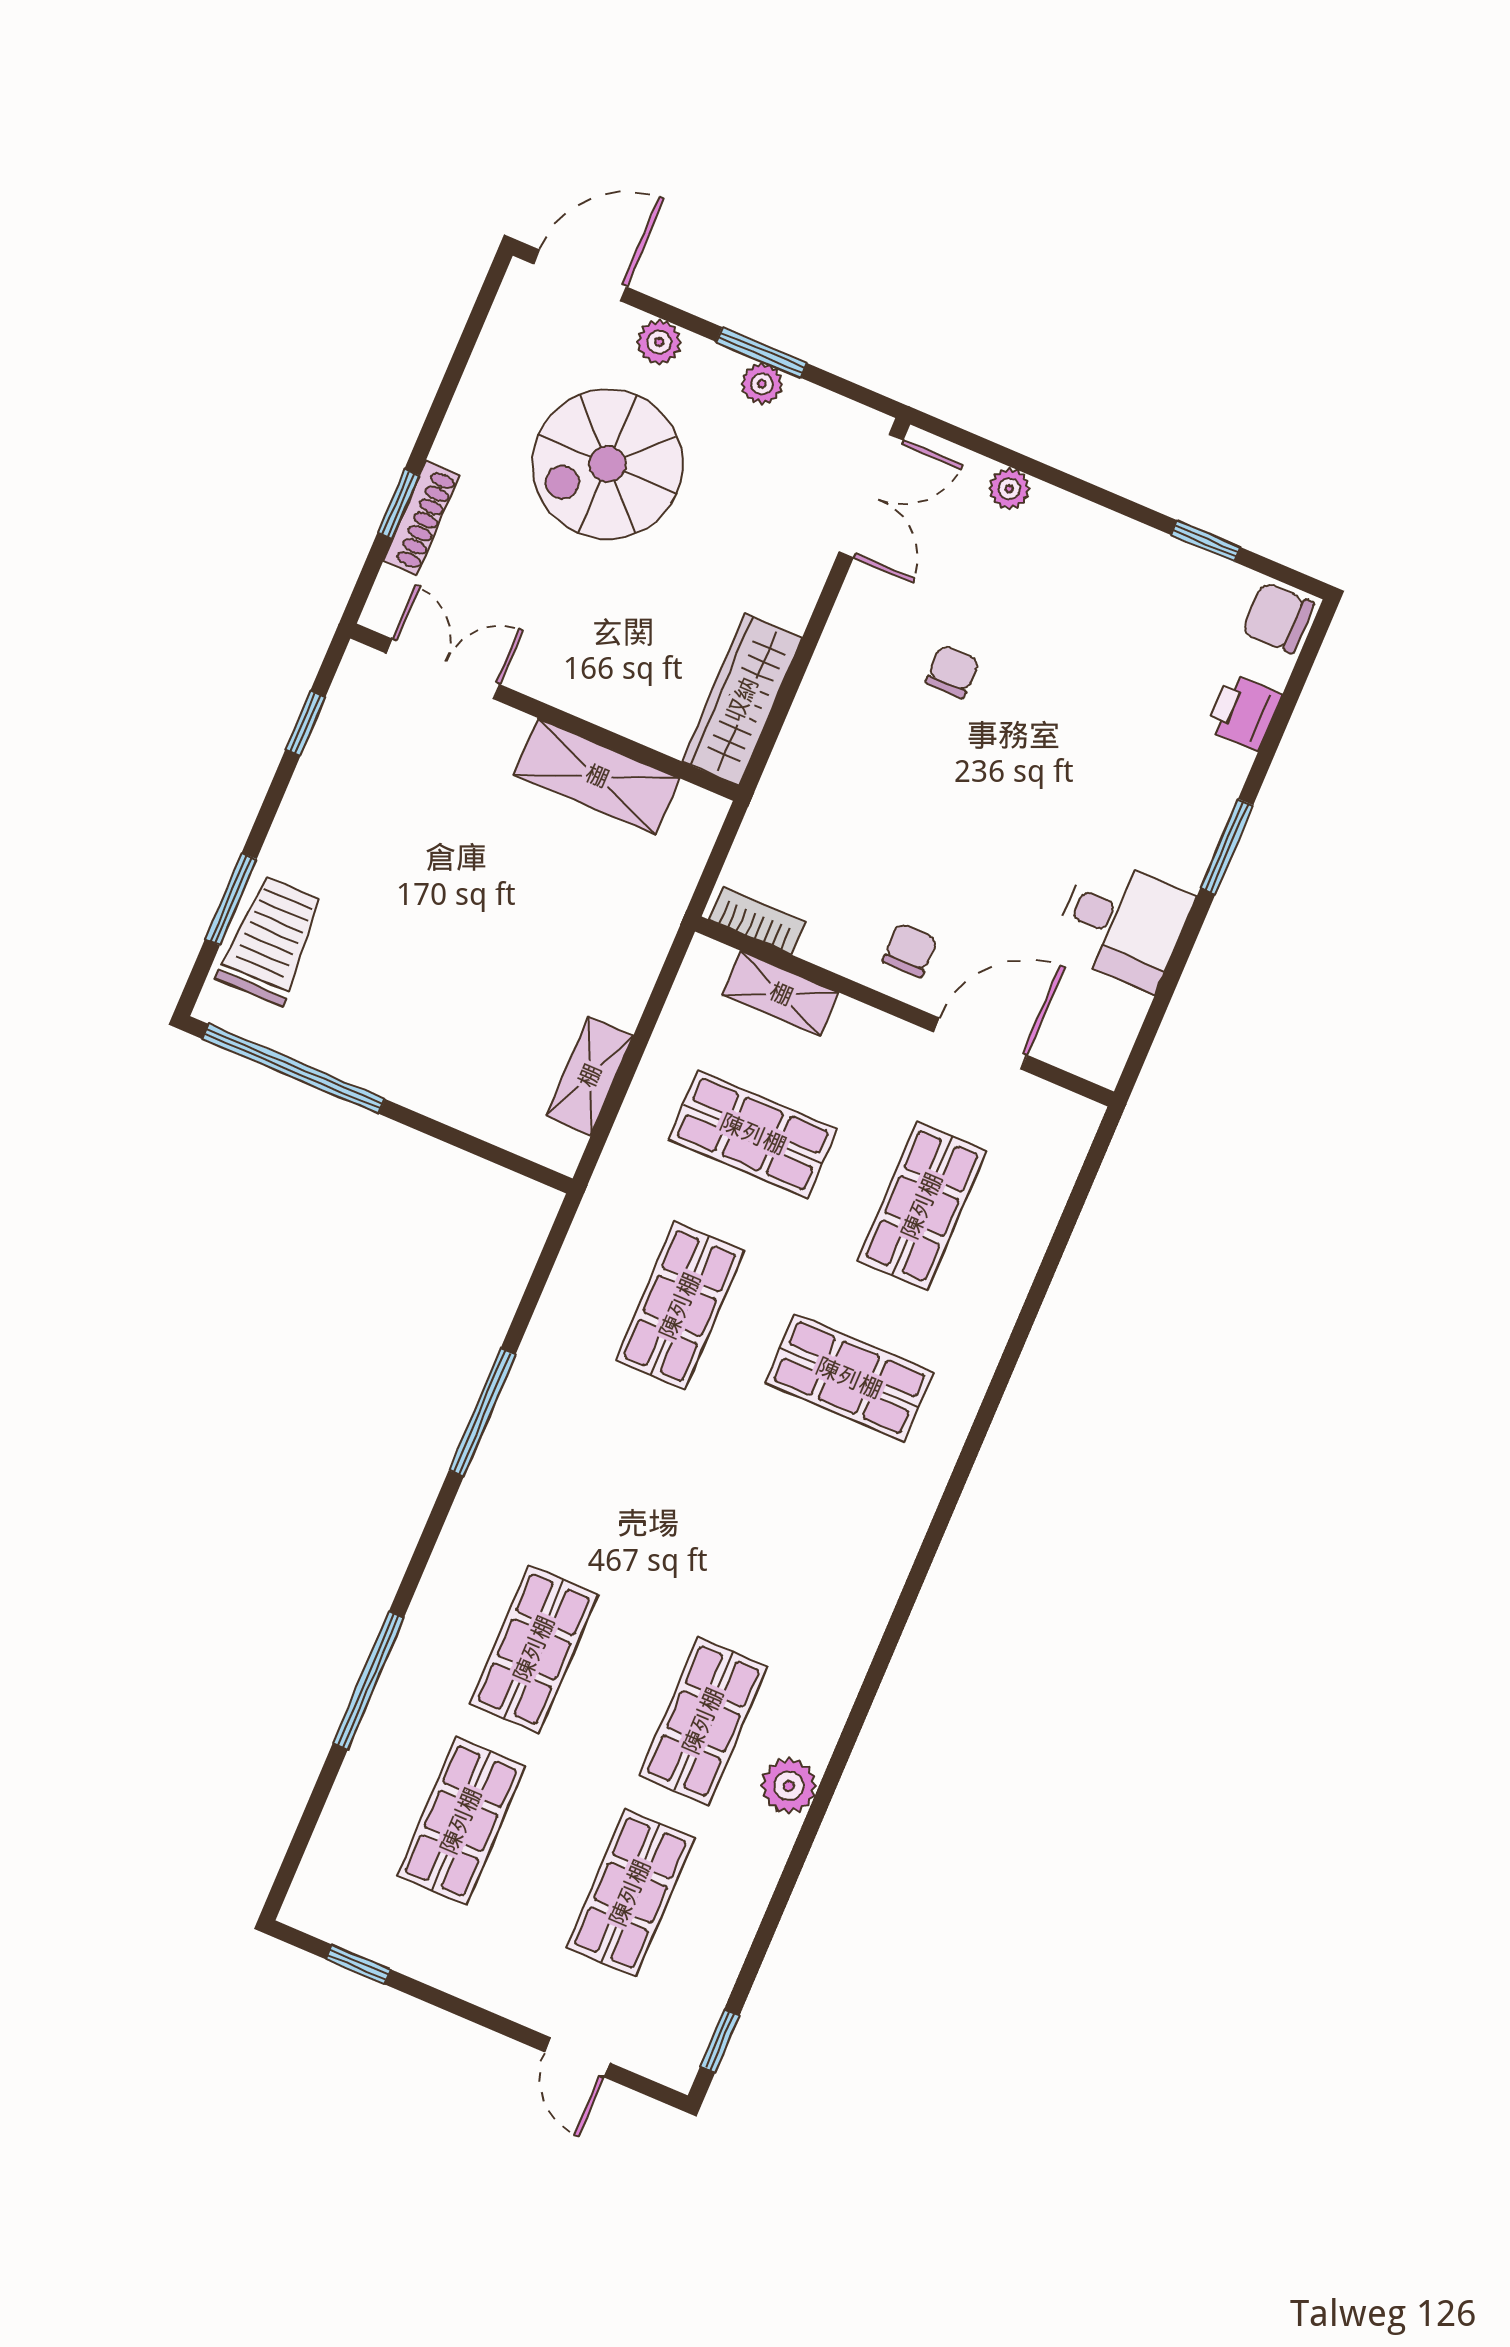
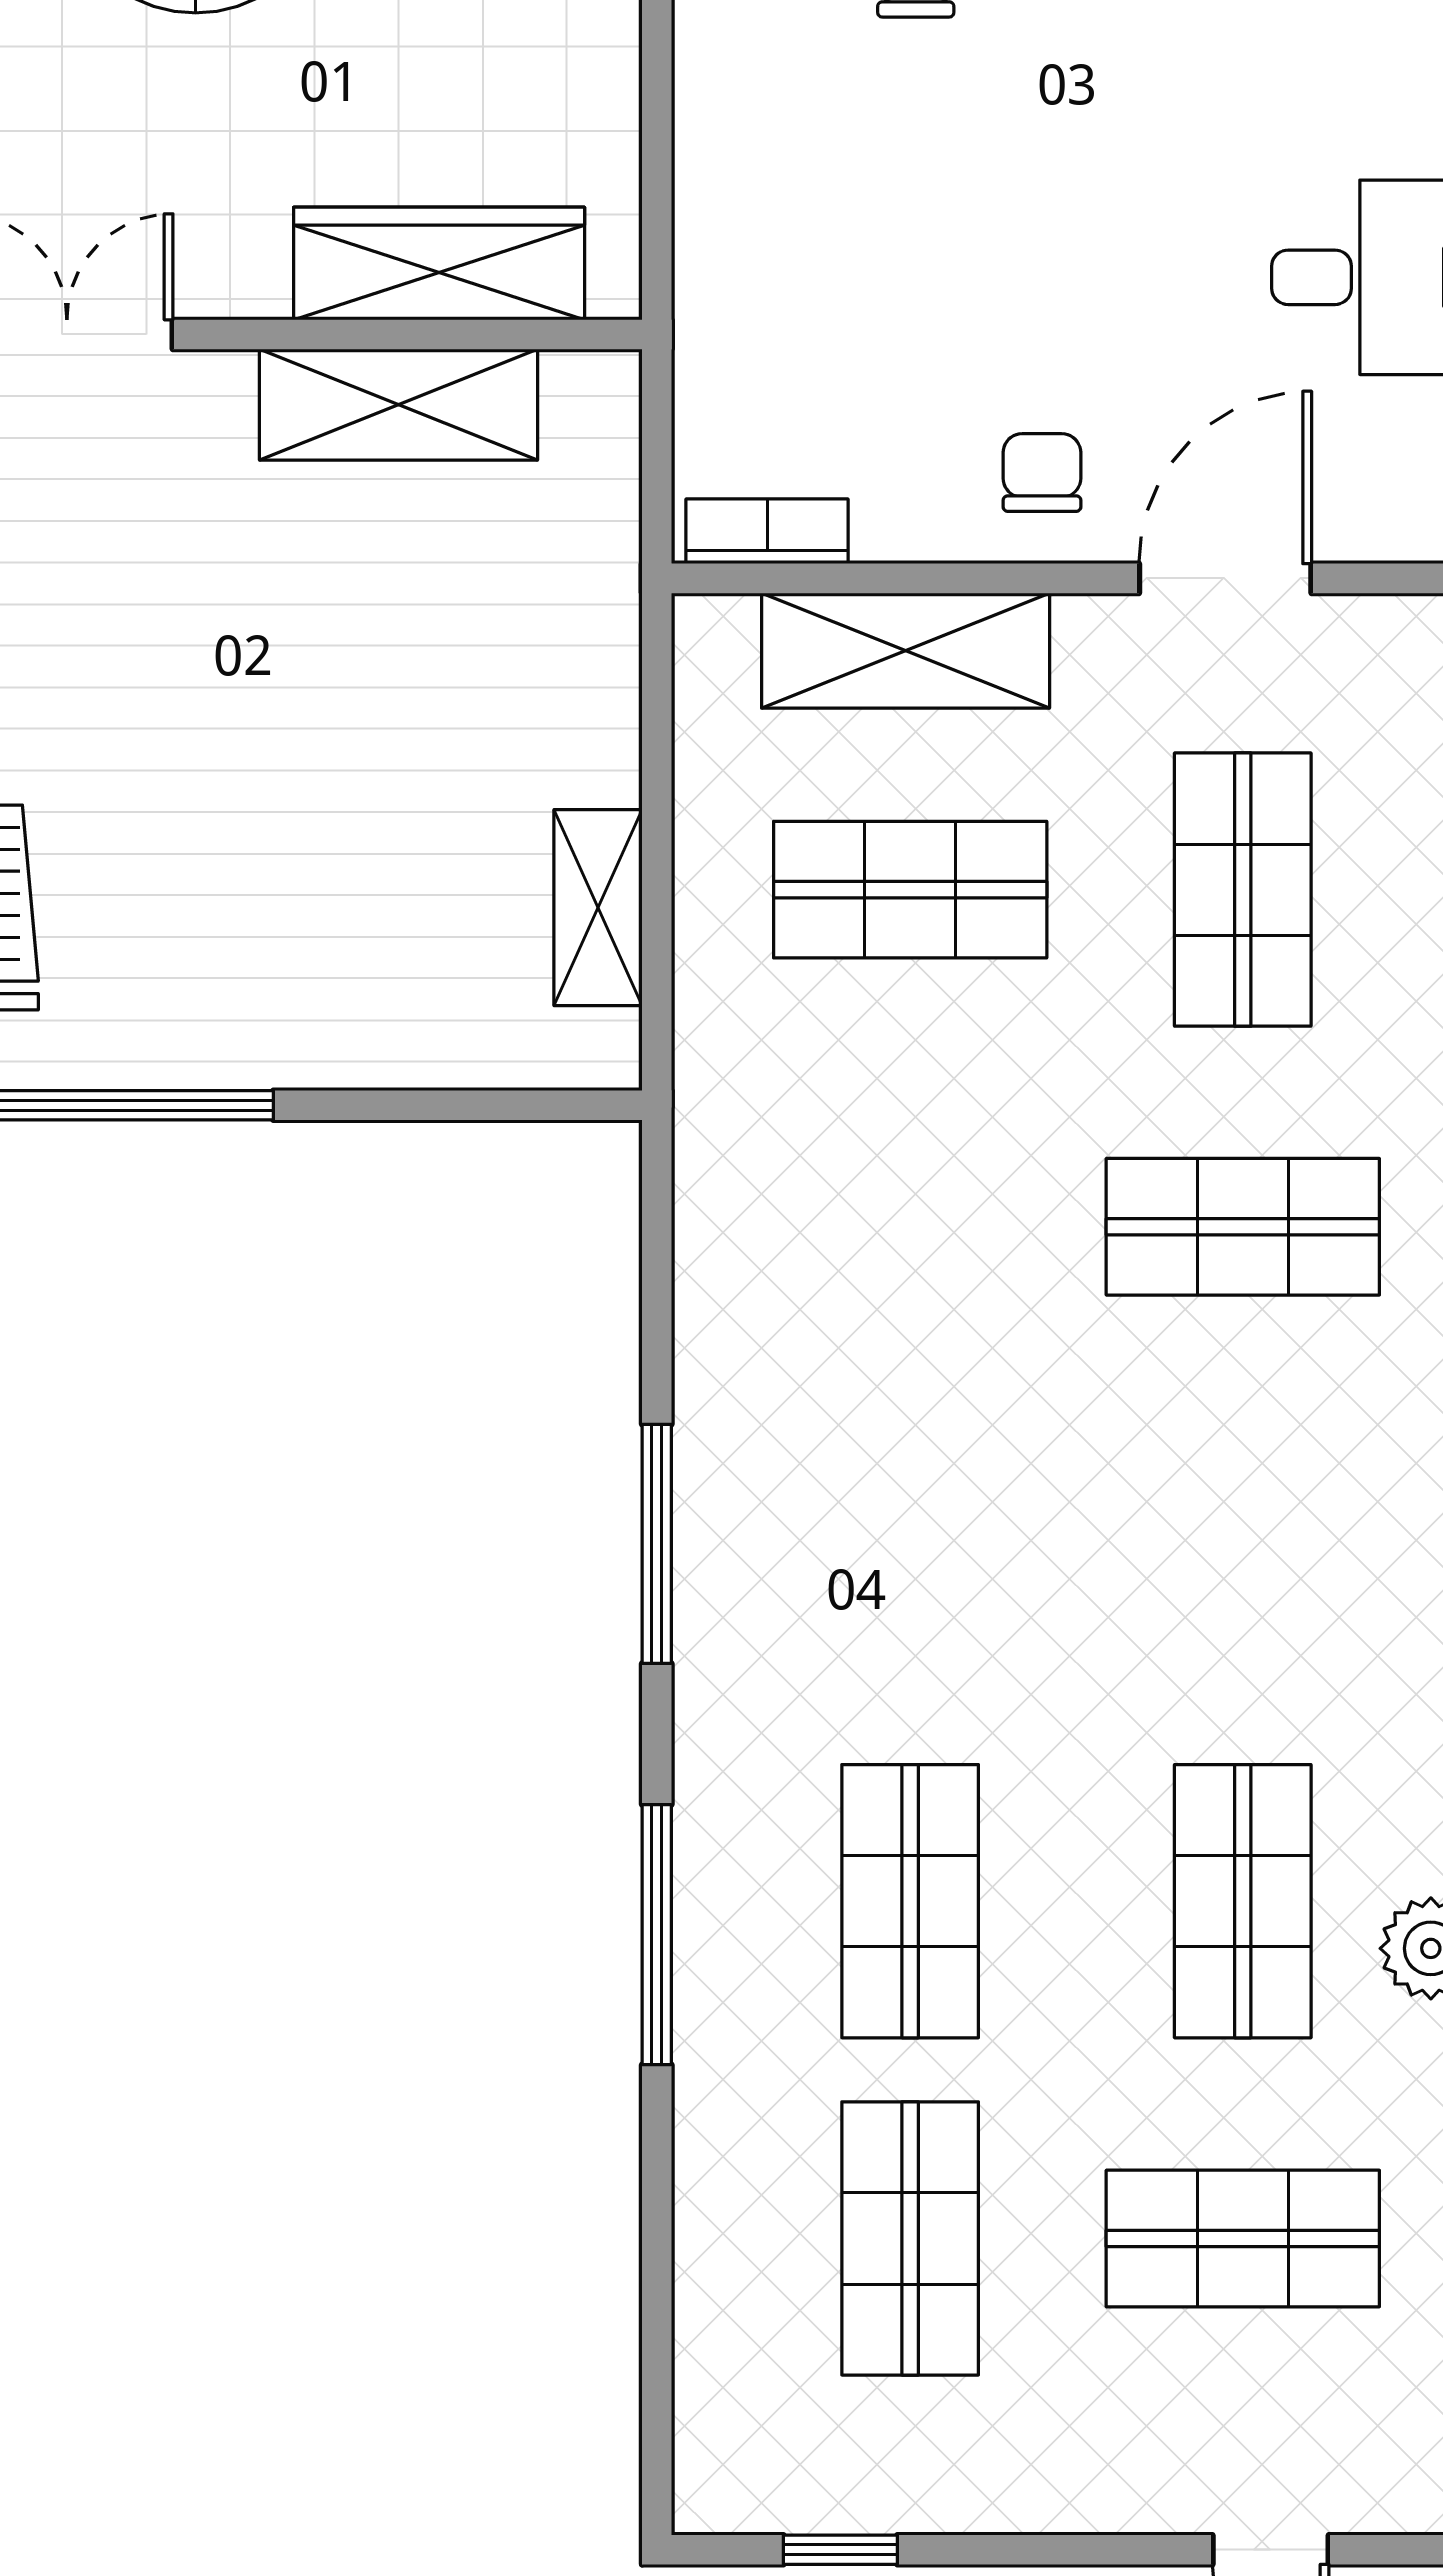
wardrobe: (742, 700) -> (439, 263), moved, turned 90
shelving: (781, 994) -> (906, 651), width x1.50, depth x1.33
shop shelf: (680, 1306) -> (910, 1227), removed
window: (368, 1681) -> (657, 1935), moved
shop shelf: (630, 1893) -> (1243, 2238), turned 90

